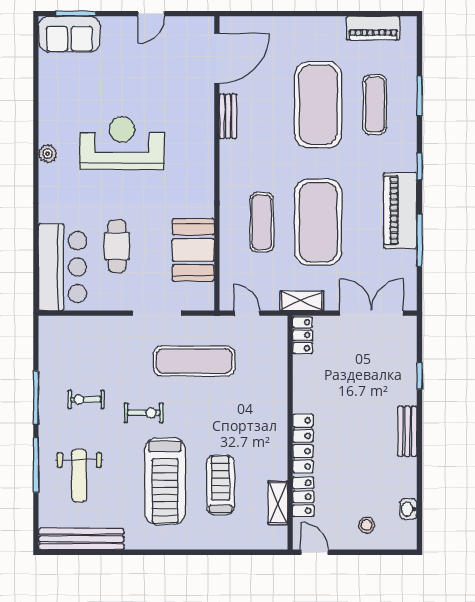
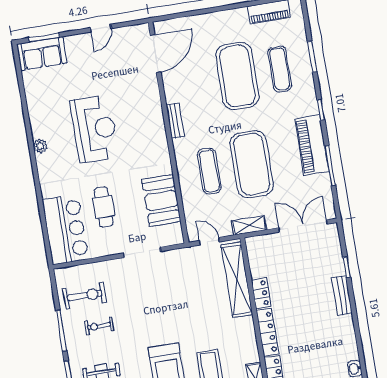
bench: (228, 116) -> (175, 121), moved
reception desk: (122, 143) -> (95, 129), turned 90
locker: (303, 335) -> (261, 293), moved
exercise mat: (194, 361) -> (176, 284), removed
shelving: (274, 369) -> (237, 280), added
exercise bike: (144, 413) -> (85, 295), moved, width x1.38, depth x1.39
bench: (407, 431) -> (342, 296), moved

